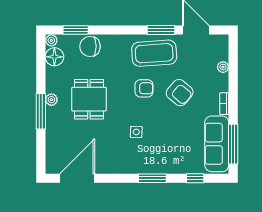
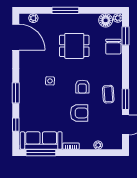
chair: (90, 46) -> (113, 47), turned 180
coffee table: (154, 53) -> (108, 94), width x0.54, depth x0.58
armchair: (180, 93) -> (79, 113), turned -130
plant: (51, 100) -> (33, 18), moved

